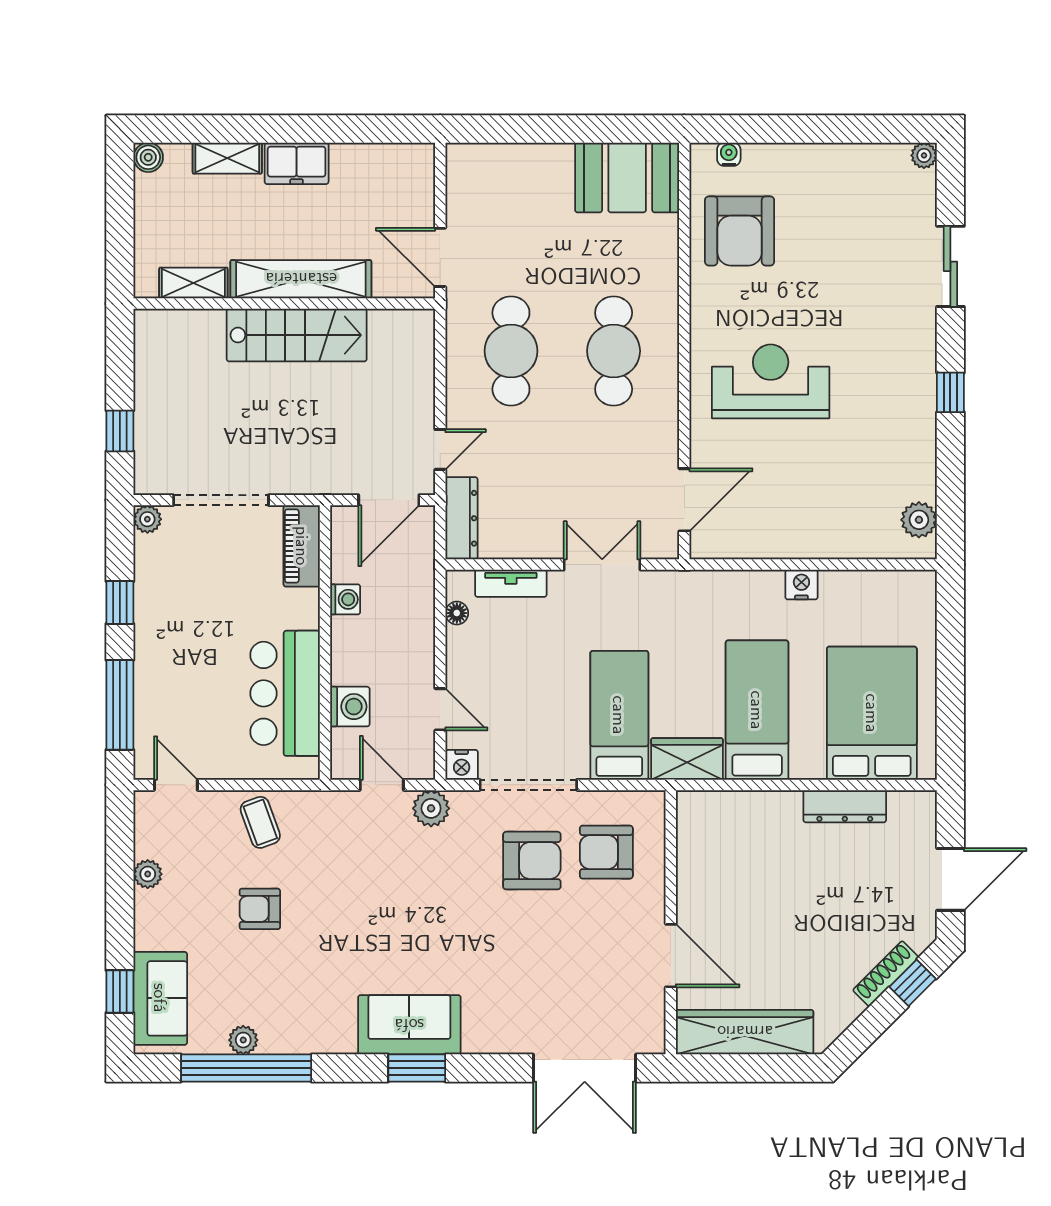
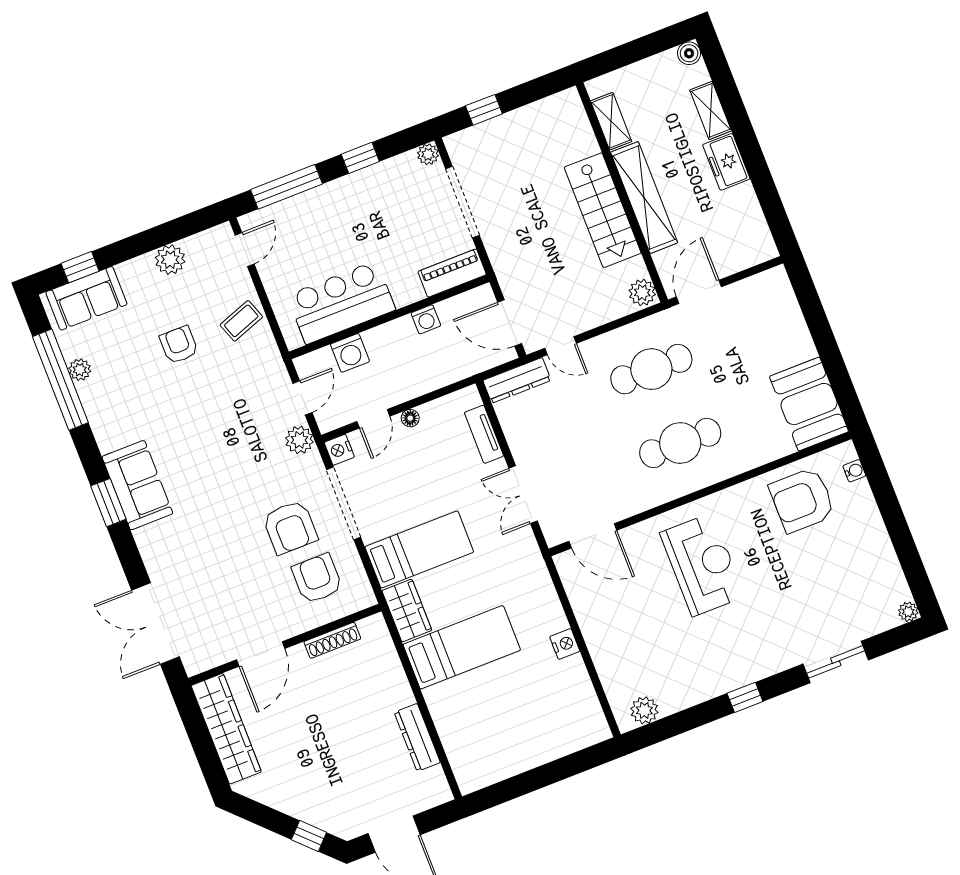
plant: (414, 326) -> (642, 293), added
double door: (602, 565) -> (523, 495), swing flipped
floor lamp: (457, 613) -> (410, 418), moved
bed: (872, 713) -> (492, 731), removed
plant: (148, 874) -> (170, 260), width x1.38, depth x1.38
shoe rack: (886, 974) -> (332, 640), moved, turned 135

